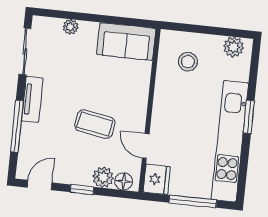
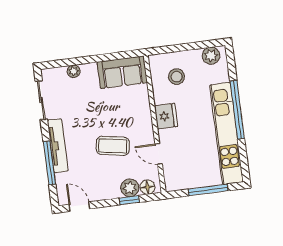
tv unit: (32, 99) -> (58, 146), width x1.41
window: (249, 117) -> (237, 110), width x2.11
fridge: (157, 179) -> (166, 116), moved
door: (39, 185) -> (79, 207), hinge flipped
window: (82, 190) -> (129, 200), moved

